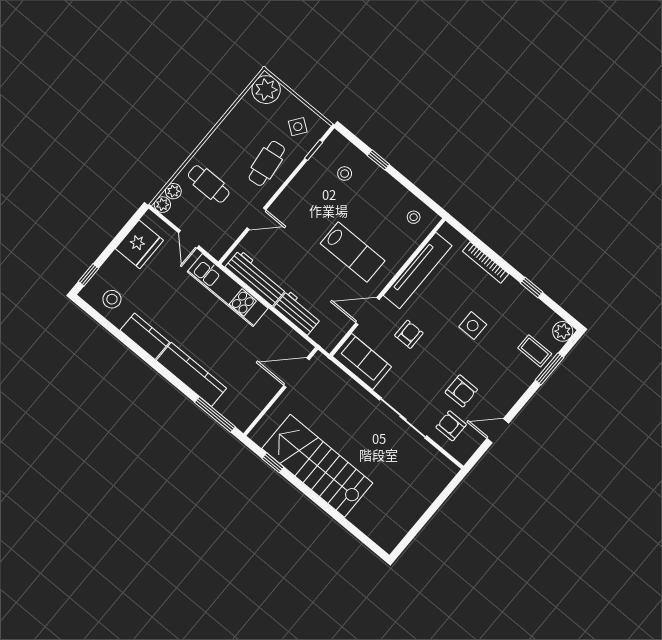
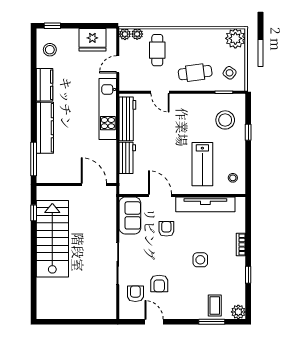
stool: (345, 174) -> (225, 120), width x1.89, depth x1.89
lab bench: (353, 252) -> (202, 164), moved
bookcase: (486, 262) -> (241, 244), width x0.64
armchair: (409, 334) -> (166, 229), turned -90

